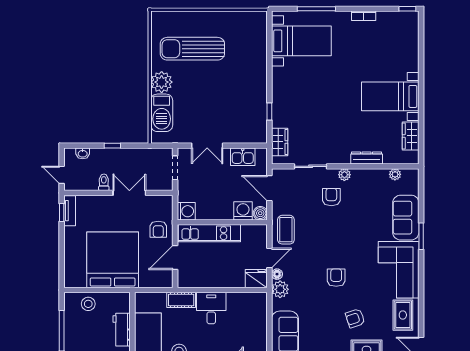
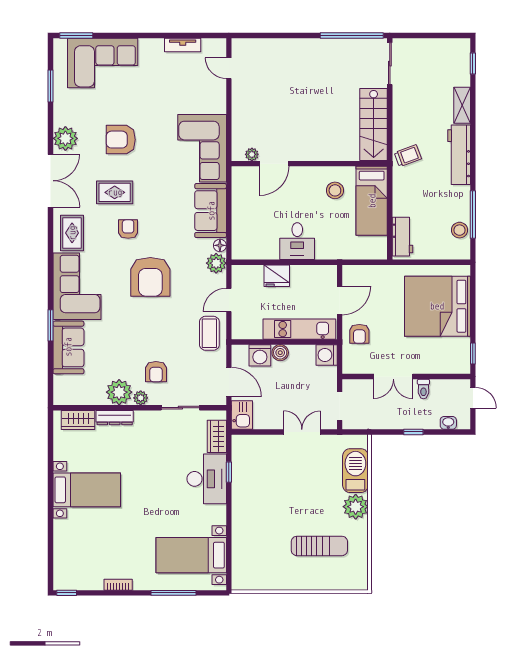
sun lounger: (192, 49) -> (319, 546), width x0.73, depth x0.75
desk: (288, 106) -> (207, 479), added
wardrobe: (411, 136) -> (78, 420), moved, turned 90
kitchen sink: (243, 157) -> (242, 415), moved, turned 90
plant: (395, 174) -> (119, 392), moved, width x1.88, depth x1.88
tv unit: (70, 211) -> (464, 356), removed
boiler: (260, 213) -> (280, 353), moved
armchair: (158, 229) -> (359, 334), turned 180
bed: (113, 260) -> (437, 306), moved, turned 90
floor lamp: (277, 274) -> (220, 245), moved
armchair: (336, 278) -> (150, 277), width x1.88, depth x1.88
fridge: (256, 279) -> (277, 276), moved
cot: (181, 300) -> (333, 251), removed
stool: (88, 304) -> (460, 230), moved
armchair: (355, 318) -> (128, 229), turned -72
workbench: (122, 330) -> (402, 237), moved

